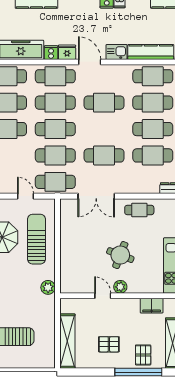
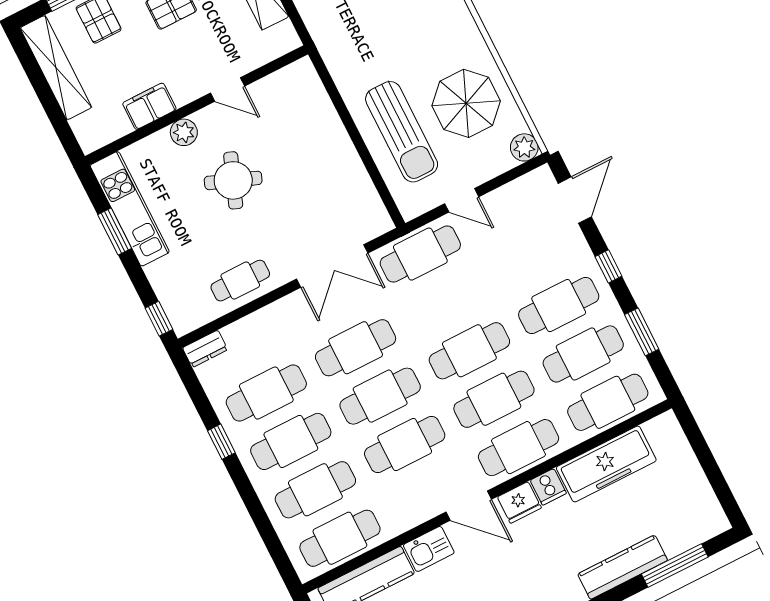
cafe table: (55, 155) -> (380, 396), moved
double door: (96, 196) -> (332, 266), swing flipped
plant: (48, 287) -> (336, 54), removed
plant: (120, 287) -> (184, 132), moved
filing cabinet: (152, 306) -> (149, 106), moved

